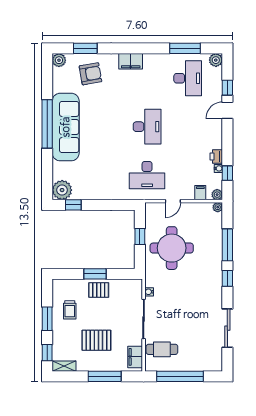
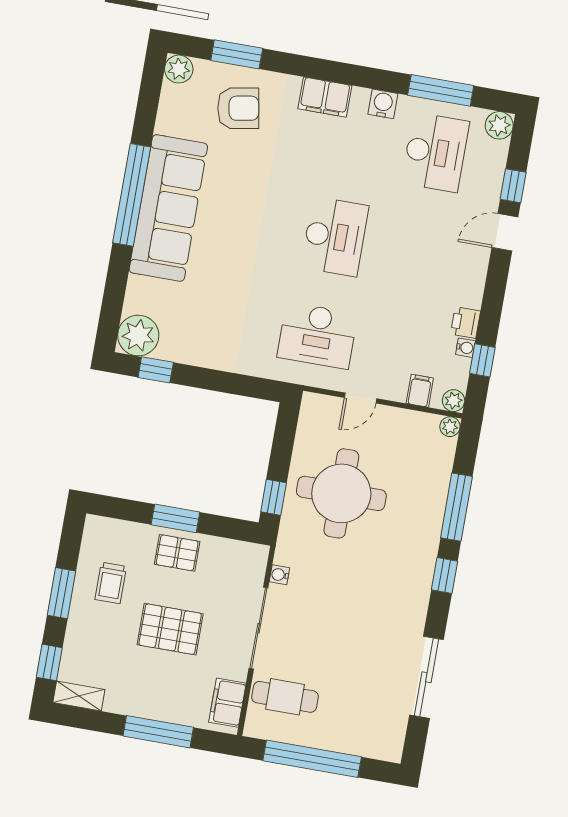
water cooler: (159, 60) -> (383, 104), added
window: (140, 236) -> (274, 497), moved
pallet: (96, 340) -> (170, 629), moved

